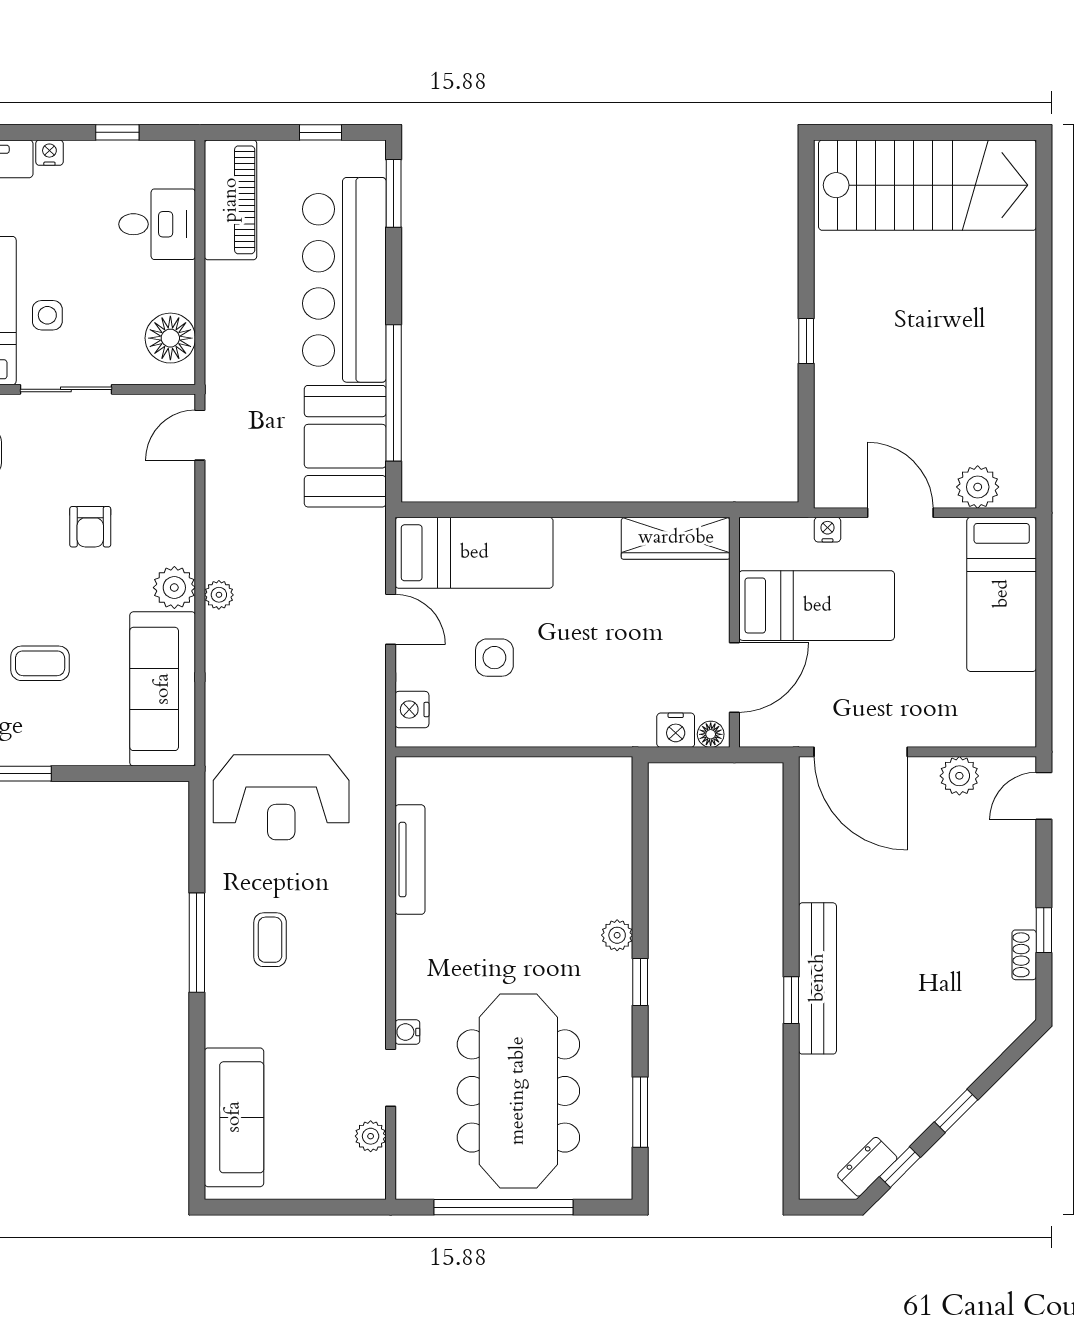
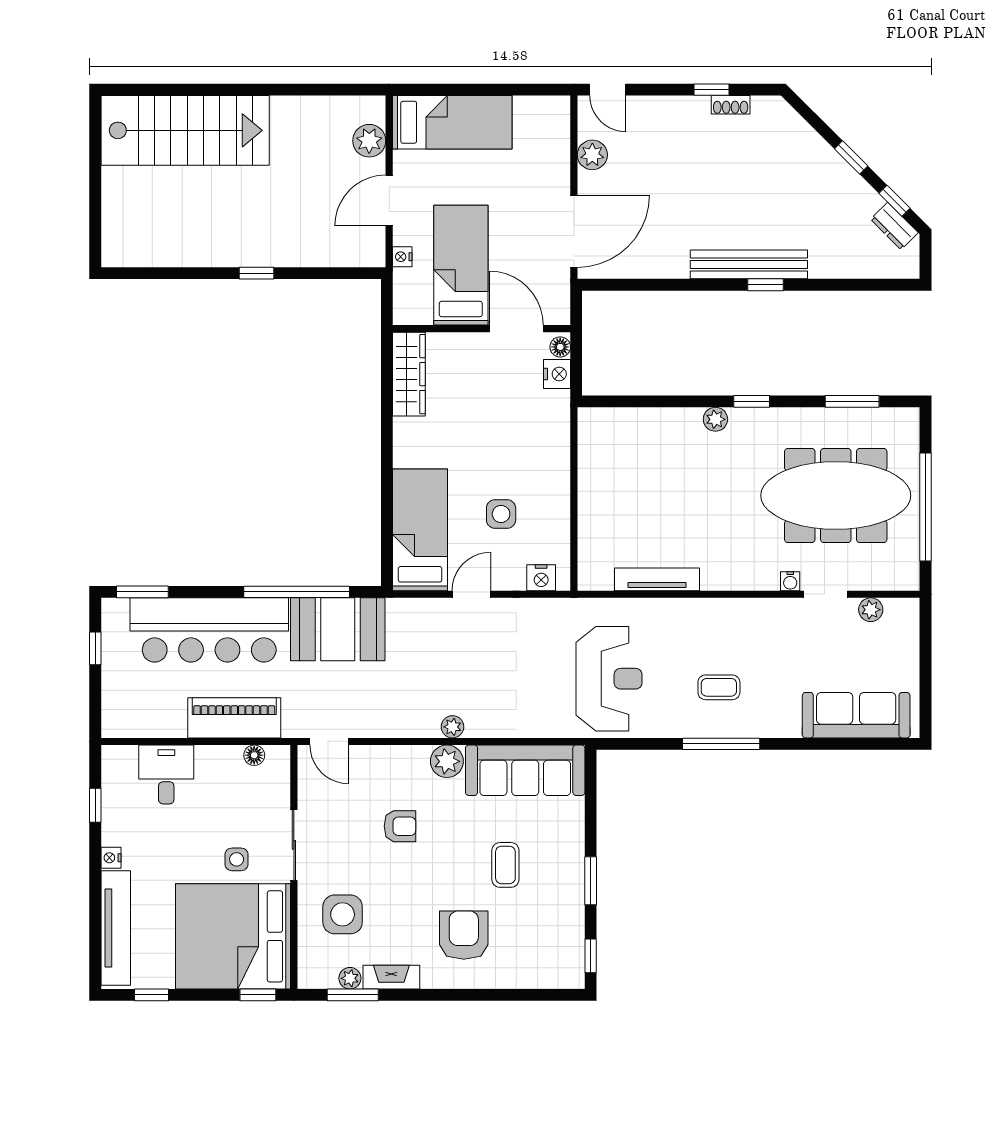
stairs: (928, 185) -> (185, 130), moved, turned 90
piano: (231, 200) -> (234, 718), moved
floor lamp: (170, 338) -> (254, 755), width x0.53, depth x0.53

